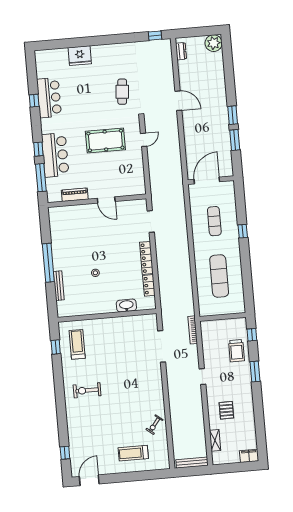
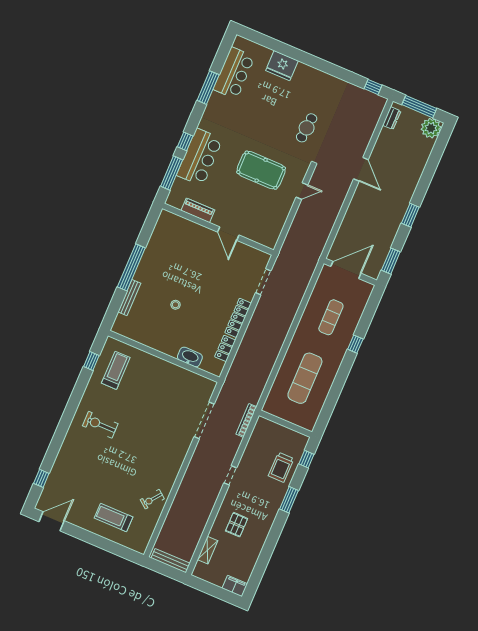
window: (197, 32) -> (419, 107), added
bar counter: (49, 98) -> (234, 73), moved
window: (34, 101) -> (208, 88), width x2.17
window: (235, 140) -> (391, 261), moved

